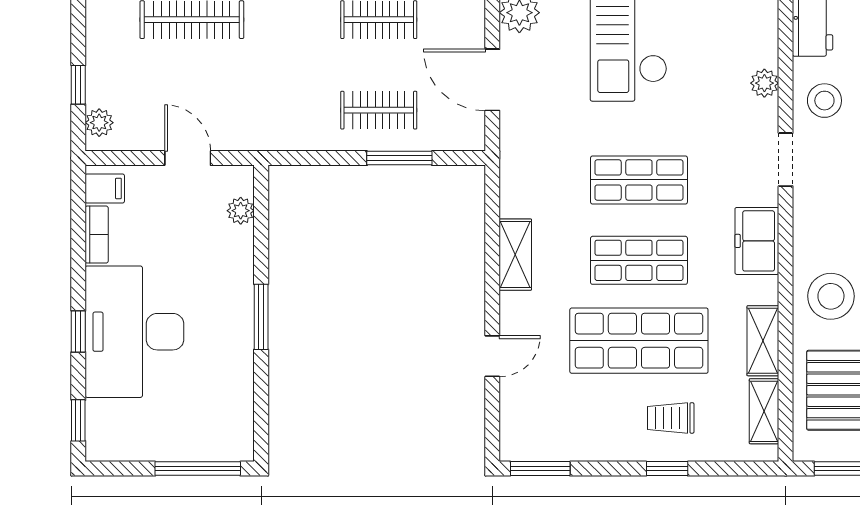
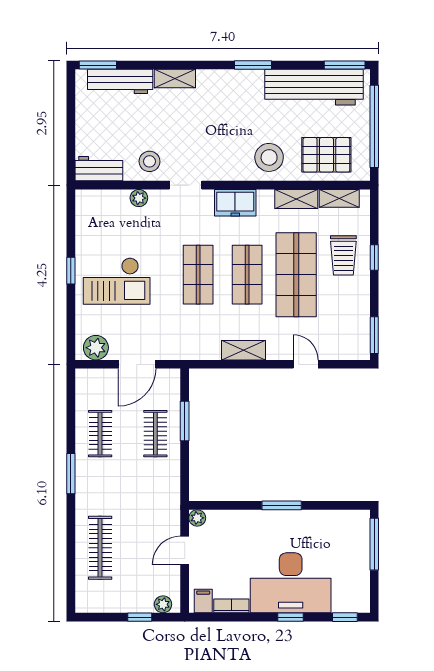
plant: (241, 211) -> (197, 518), moved
trolley: (671, 418) -> (343, 255), width x1.36, depth x1.39

